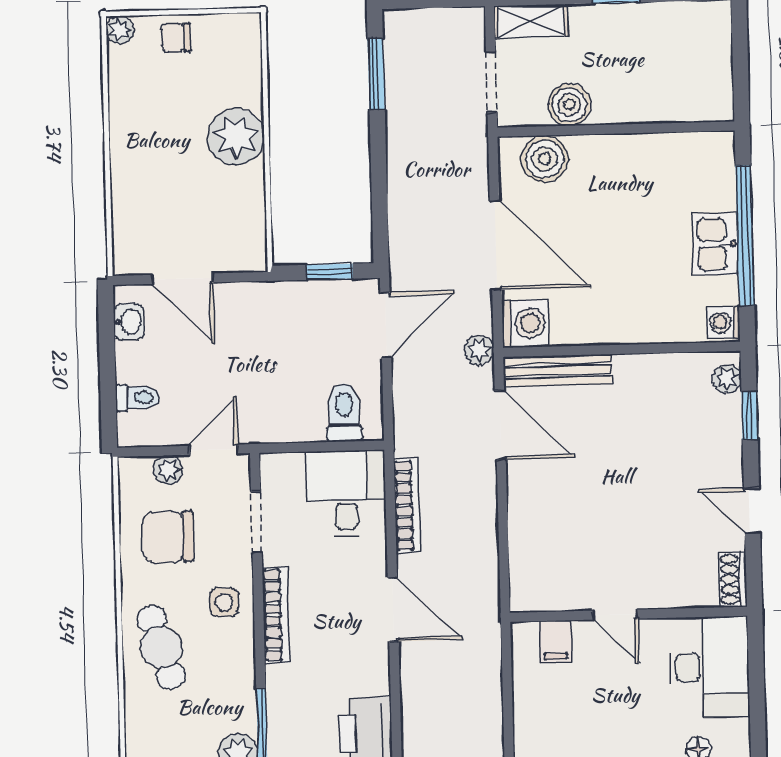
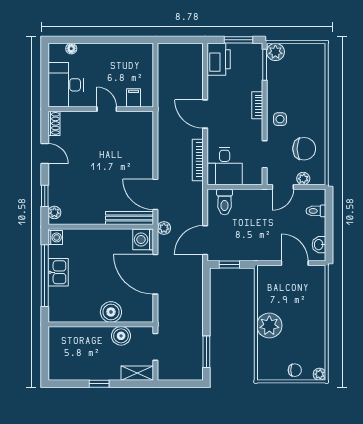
boiler: (545, 159) -> (111, 312), moved
bookcase: (276, 615) -> (257, 105), width x0.64
cafe table: (161, 647) -> (308, 100), removed

